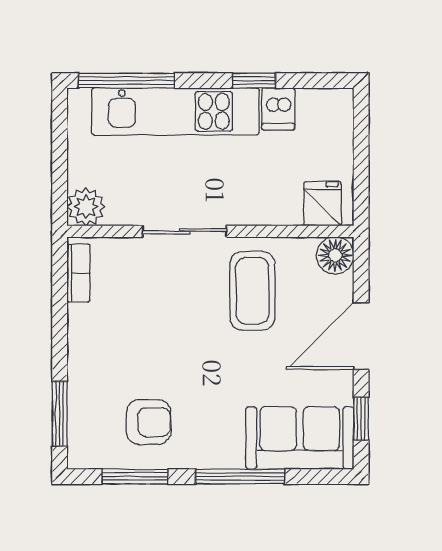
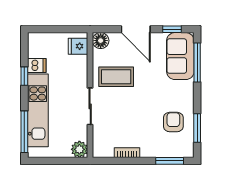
bookcase: (78, 273) -> (127, 153), moved
window: (240, 477) -> (197, 62), moved

